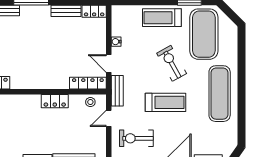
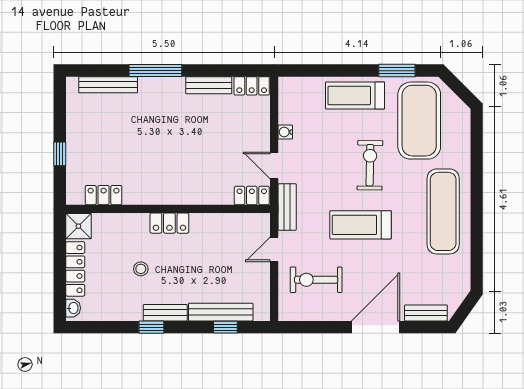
exercise bike: (172, 63) -> (370, 165), turned 30
locker: (88, 83) -> (252, 195), width x0.66
locker: (55, 101) -> (169, 223), moved
stool: (90, 102) -> (141, 269), moved
treadmill: (165, 102) -> (361, 225), turned 180

